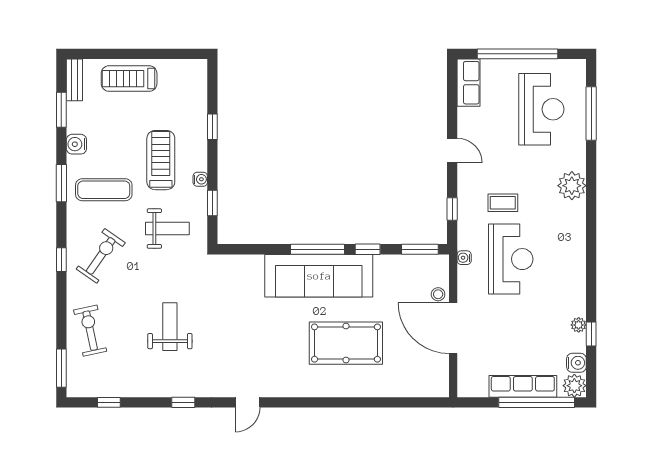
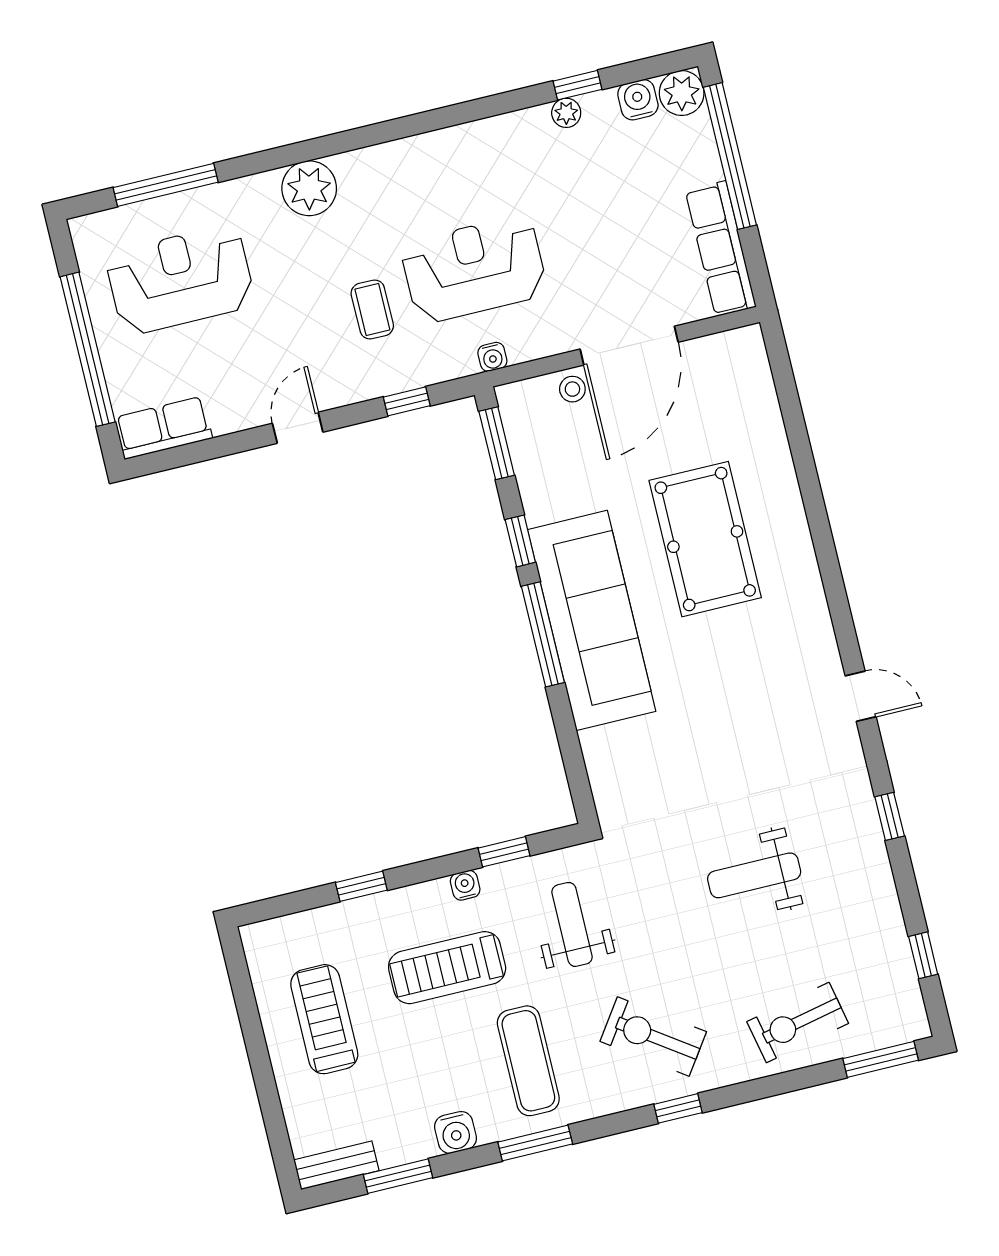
treadmill: (129, 79) -> (324, 1019), moved, turned 180
row of seats: (523, 386) -> (721, 249), moved

